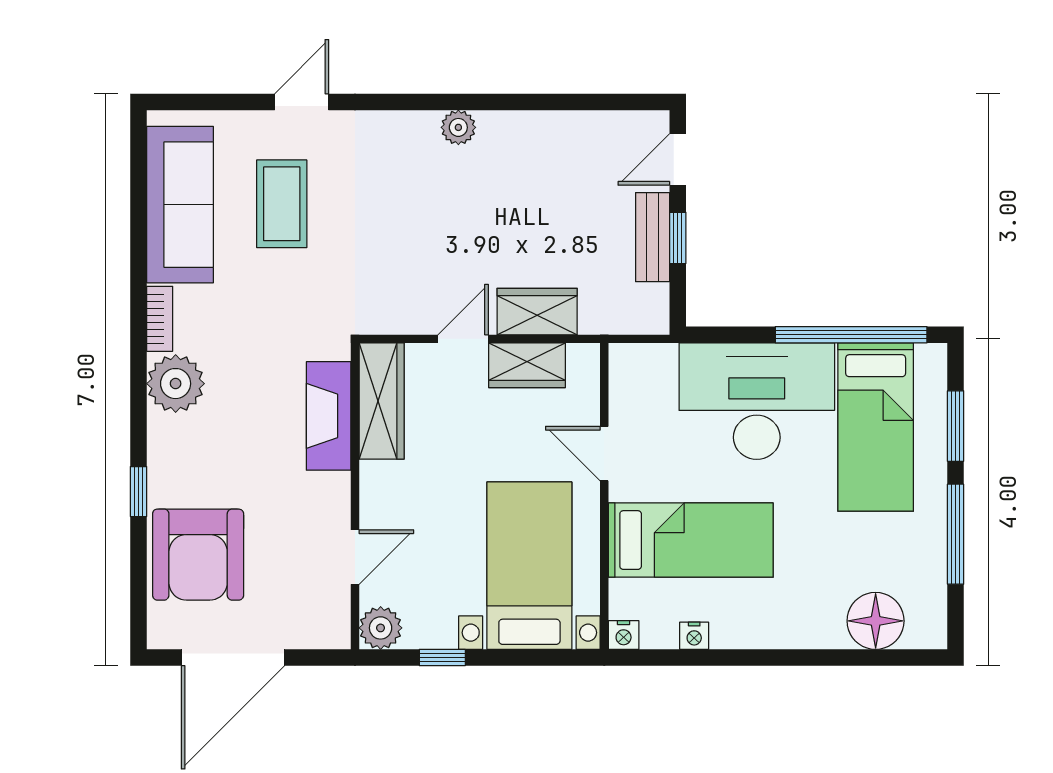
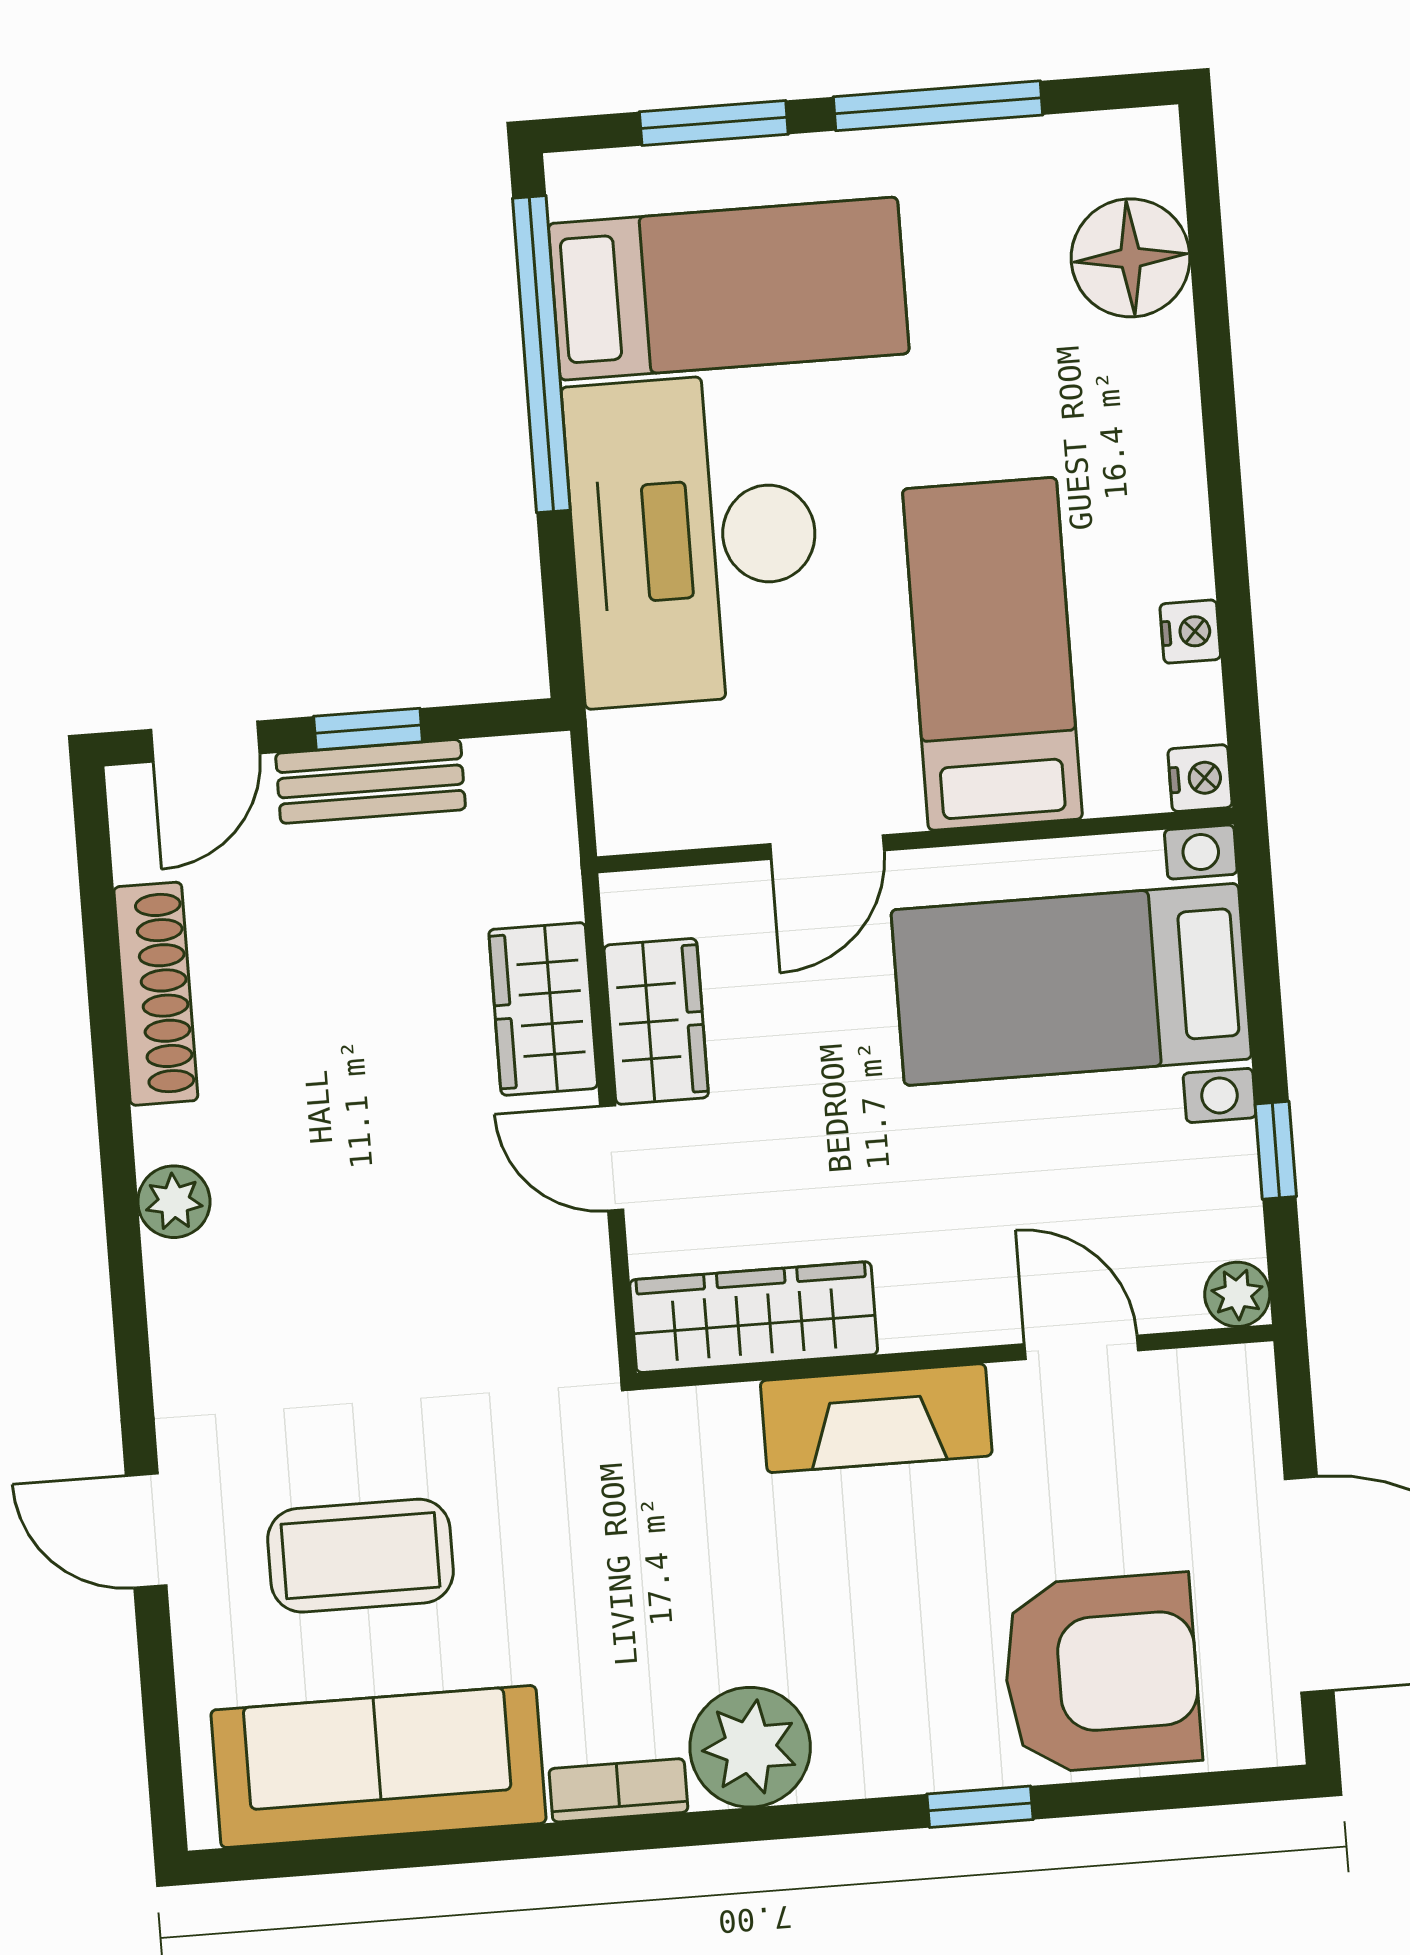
shoe rack: (559, 126) -> (156, 994), added
door: (678, 159) -> (205, 742), hinge flipped
fireplace: (329, 416) -> (876, 1418), moved
plant: (381, 628) -> (1237, 1294), width x0.73, depth x0.73

